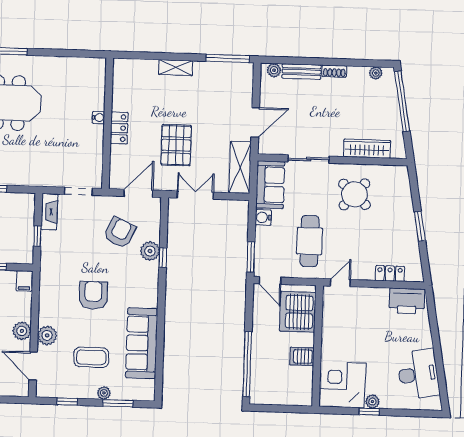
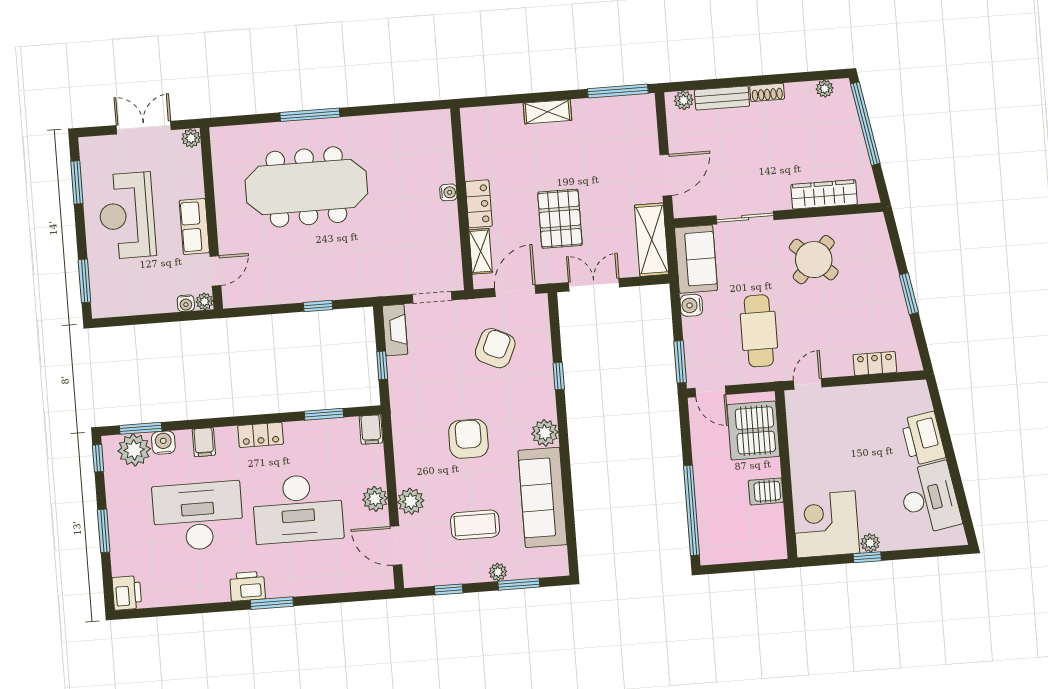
shelving: (117, 162) -> (481, 251), added
plant: (150, 251) -> (545, 433), moved
printer: (407, 301) -> (923, 439), moved, turned 80

